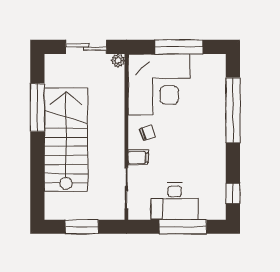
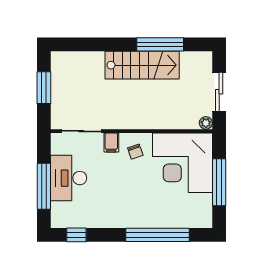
stairs: (66, 140) -> (142, 65), width x0.73, depth x0.66

